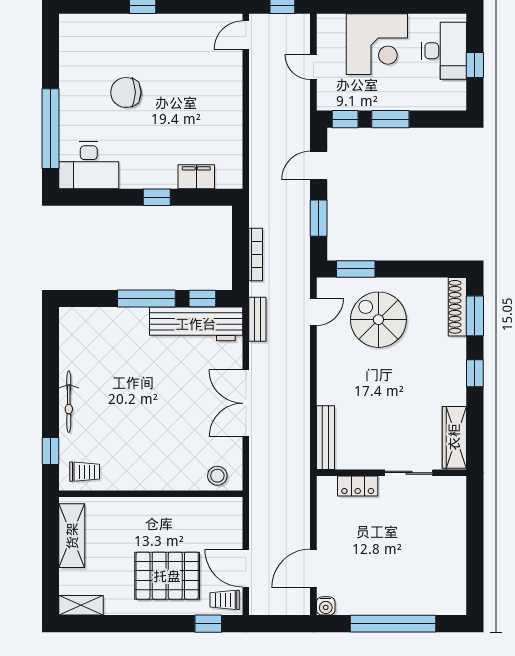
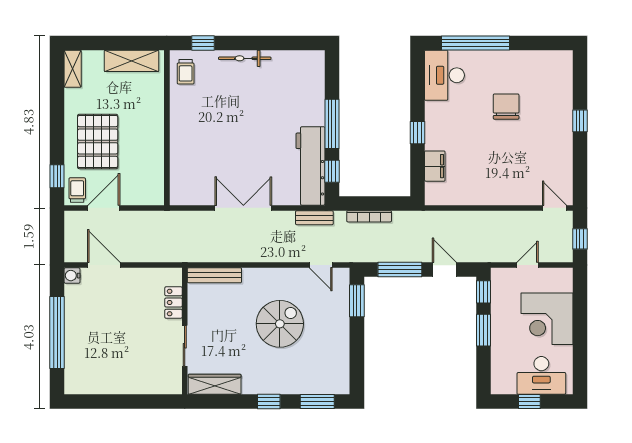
window: (319, 218) -> (400, 270), width x1.44
shoe rack: (457, 307) -> (325, 387), removed
spiral stairs: (378, 320) -> (280, 324), moved
stool: (217, 476) -> (182, 184), removed

